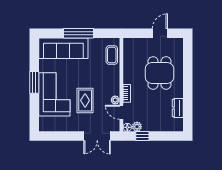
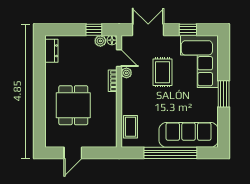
window: (79, 33) -> (170, 153), width x1.46
corner sofa: (54, 94) -> (199, 61), moved
dresser: (178, 108) -> (51, 51), moved
window: (64, 136) -> (188, 30), added

